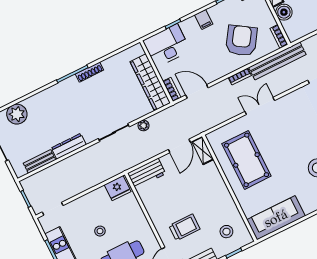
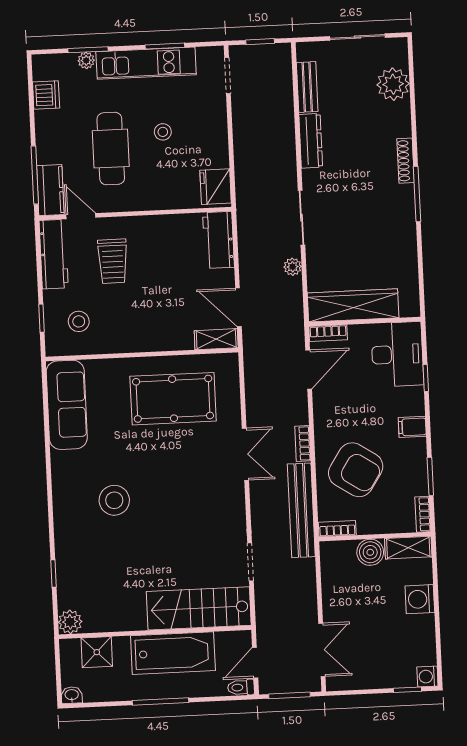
shoe rack: (89, 72) -> (406, 161), moved

